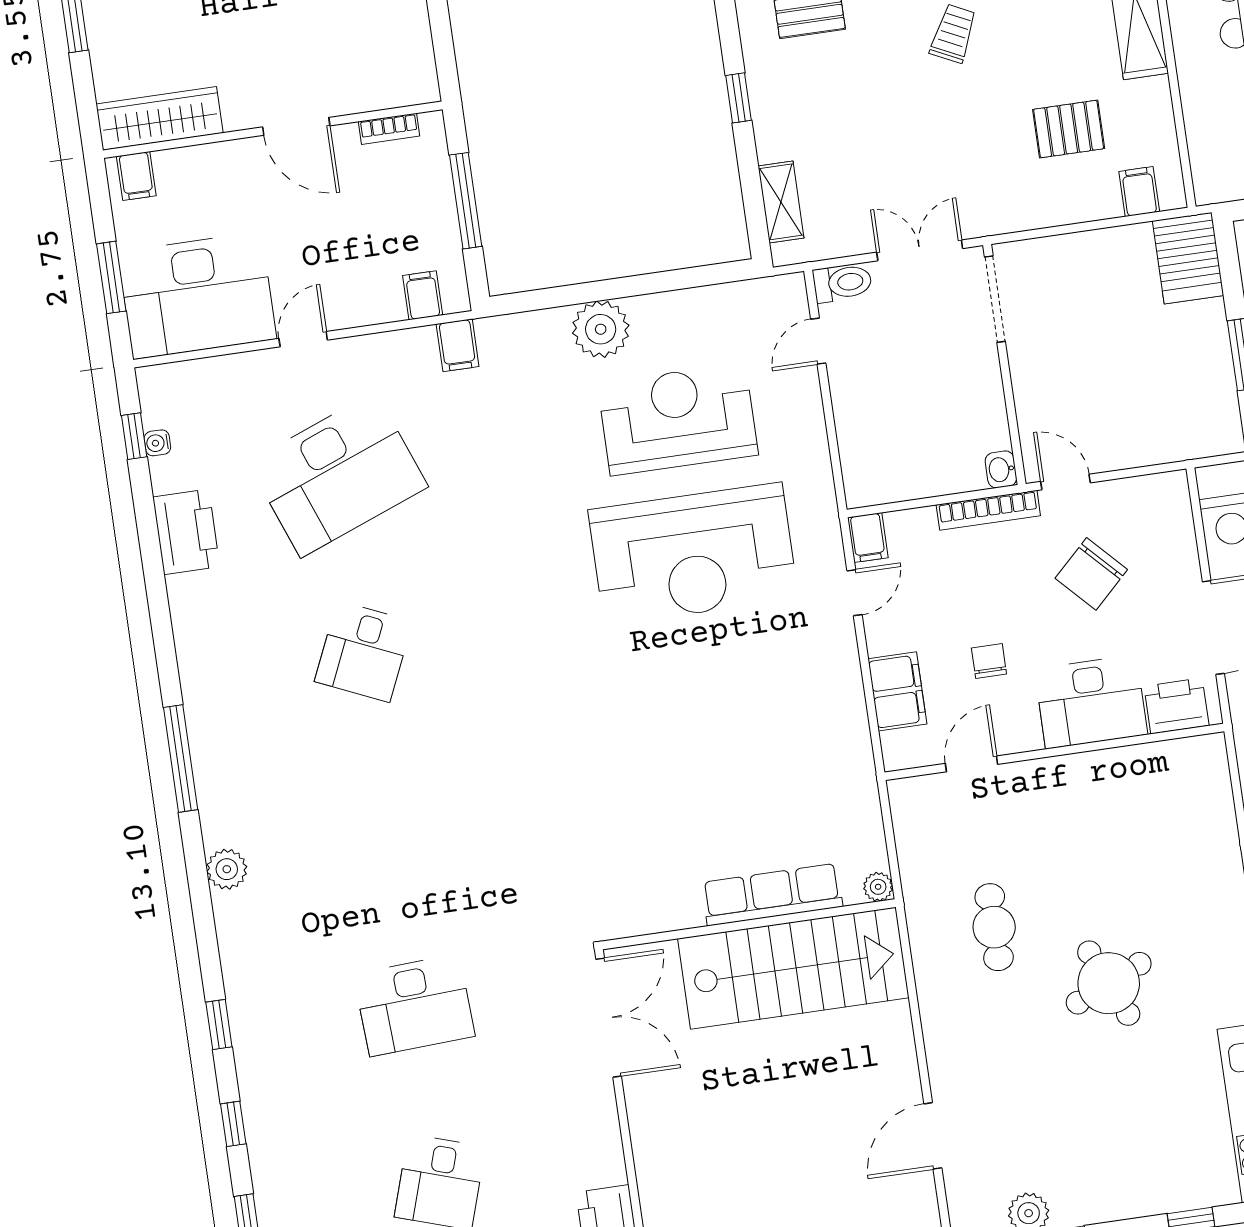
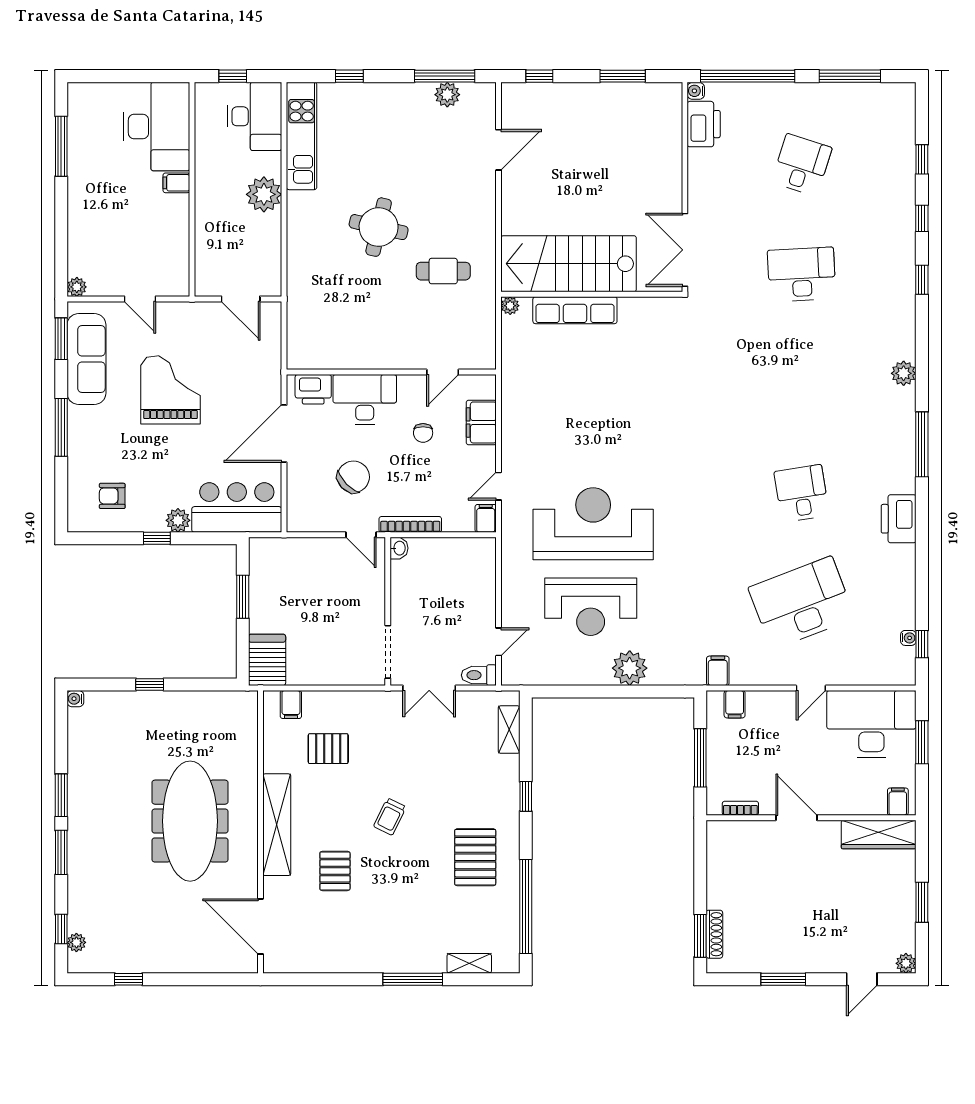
printer: (186, 532) -> (899, 519), moved
desk: (363, 652) -> (802, 493), turned -33
cafe table: (994, 927) -> (443, 271), turned 90
round table: (1109, 983) -> (379, 227), turned 37

